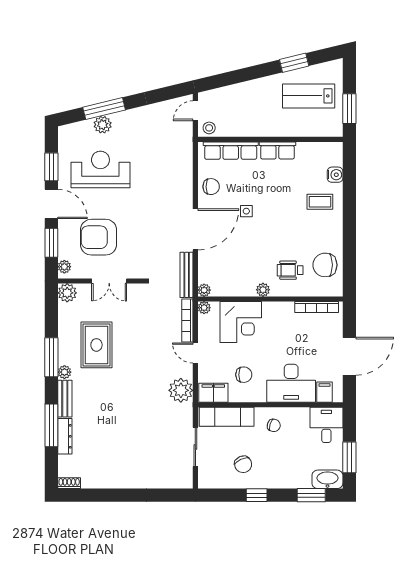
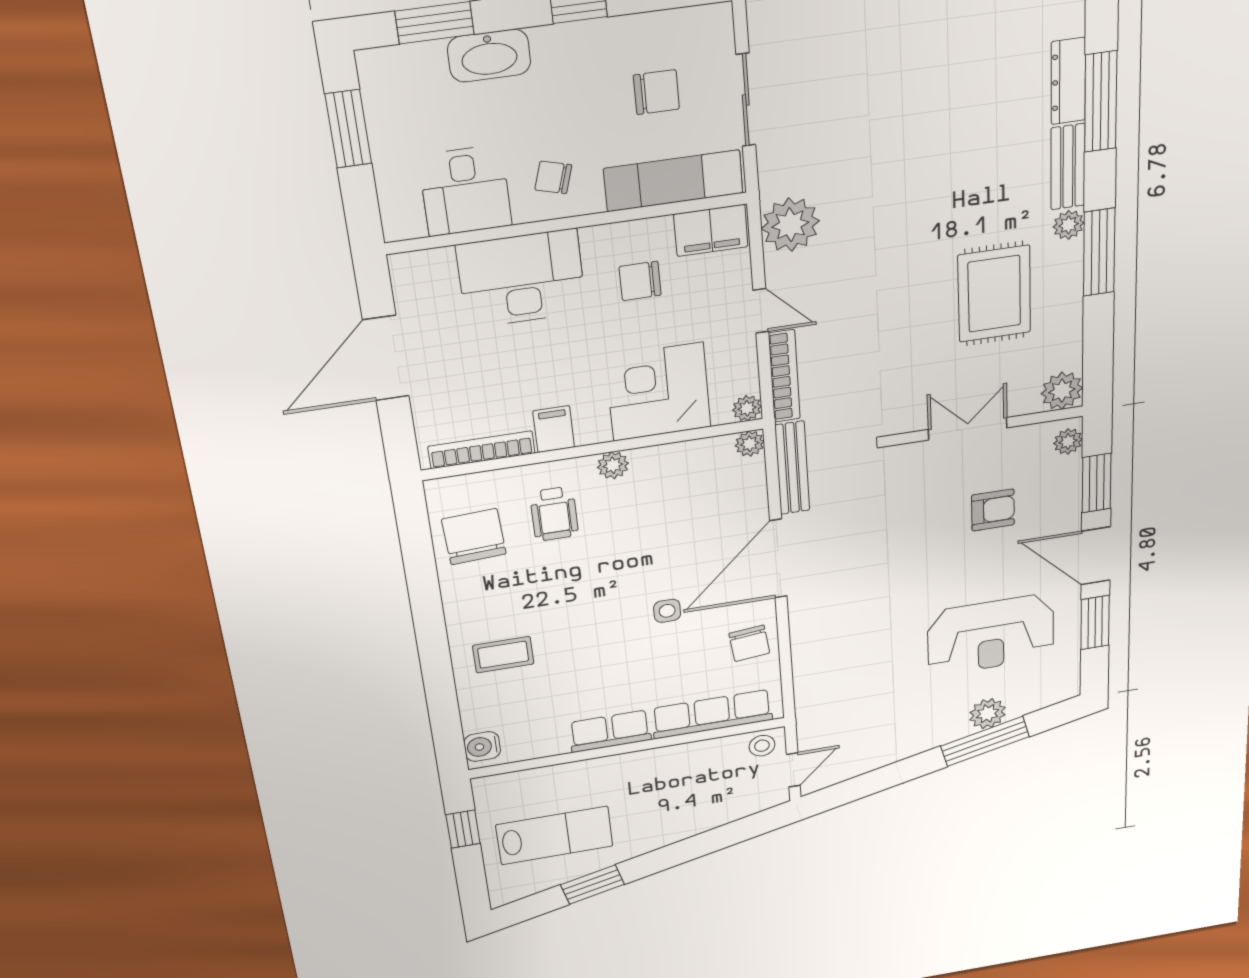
window: (349, 109) -> (463, 829), width x0.67
water cooler: (335, 175) -> (482, 747), moved
chair: (211, 187) -> (749, 643), turned -96
armchair: (98, 237) -> (993, 510), width x0.53, depth x0.53
chair: (325, 265) -> (474, 537), turned -93
wheelchair: (290, 270) -> (554, 514), turned 90
filing cabinet: (324, 392) -> (554, 429), moved, turned 180
desk: (326, 425) -> (465, 191), moved
chair: (243, 464) -> (656, 92), moved, turned 114
washbasin: (327, 479) -> (489, 56), moved

